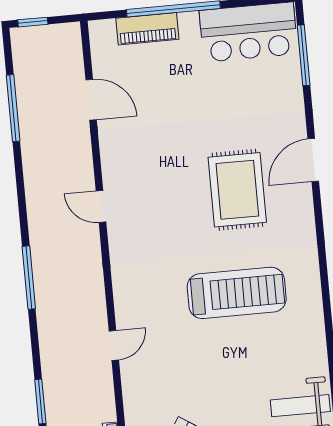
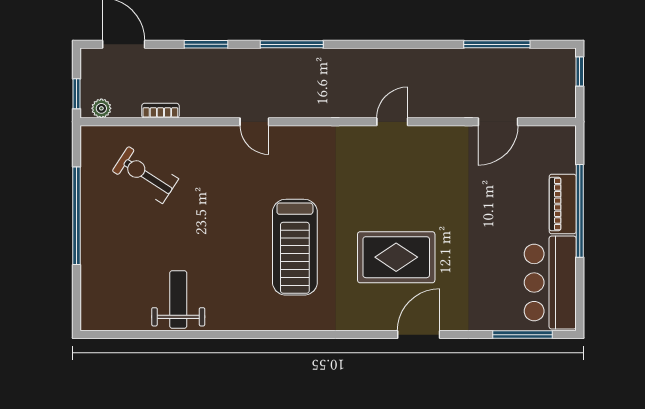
piano: (147, 29) -> (563, 204), moved
door: (313, 160) -> (419, 335), hinge flipped
window: (29, 278) -> (292, 44), moved

